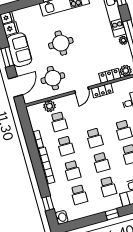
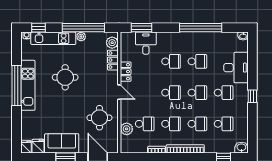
round table: (61, 43) -> (65, 77), moved

